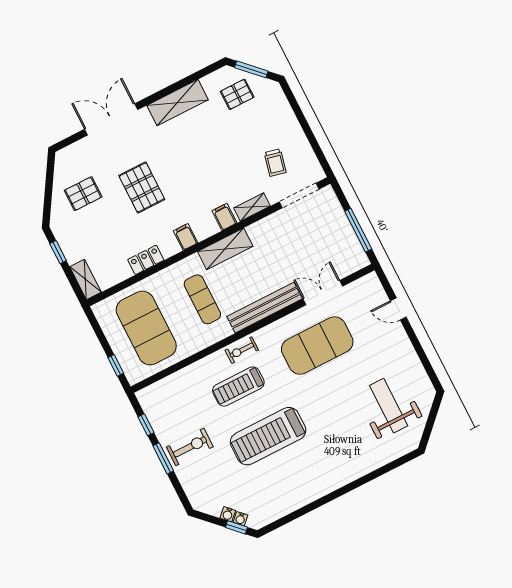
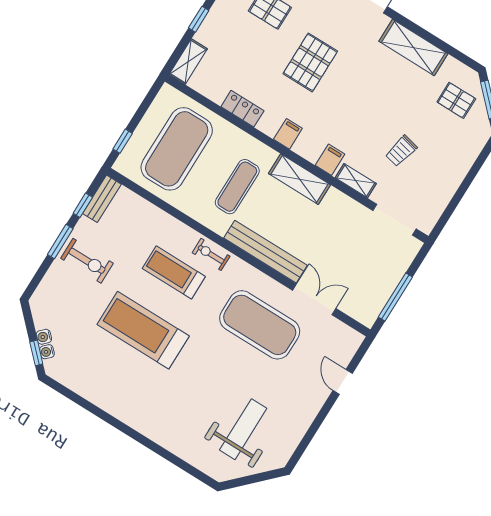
trolley: (275, 163) -> (401, 151), moved
bench: (150, 407) -> (102, 199), added

